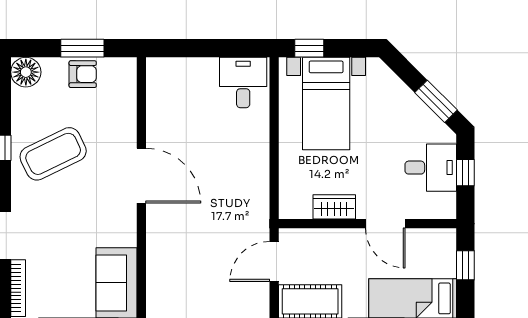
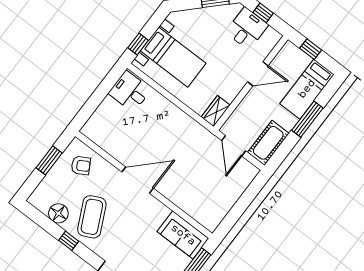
floor lamp: (26, 72) -> (58, 213), moved
armchair: (83, 74) -> (81, 166), moved, turned 60
wardrobe: (334, 207) -> (216, 111), moved

